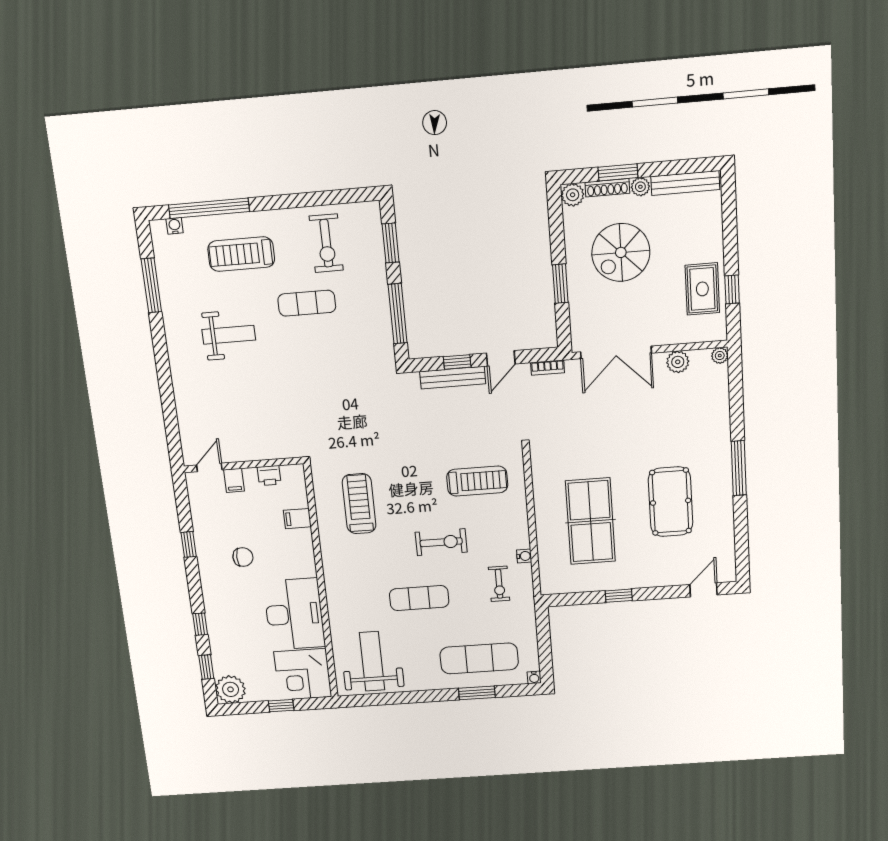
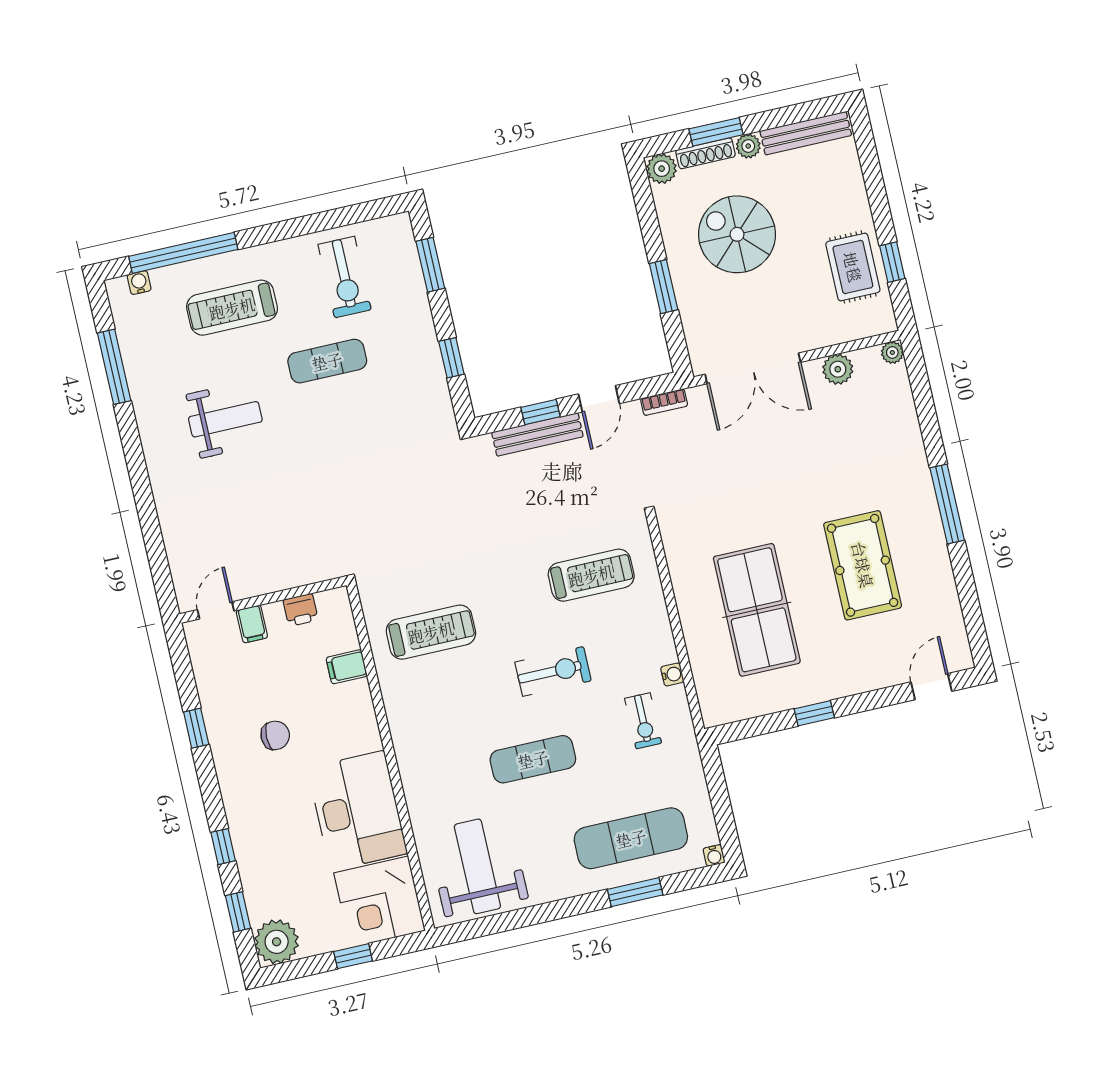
spiral stairs: (621, 252) -> (737, 234), turned 90
window: (398, 314) -> (451, 358), width x0.46
treadmill: (359, 504) -> (431, 632), turned 90

